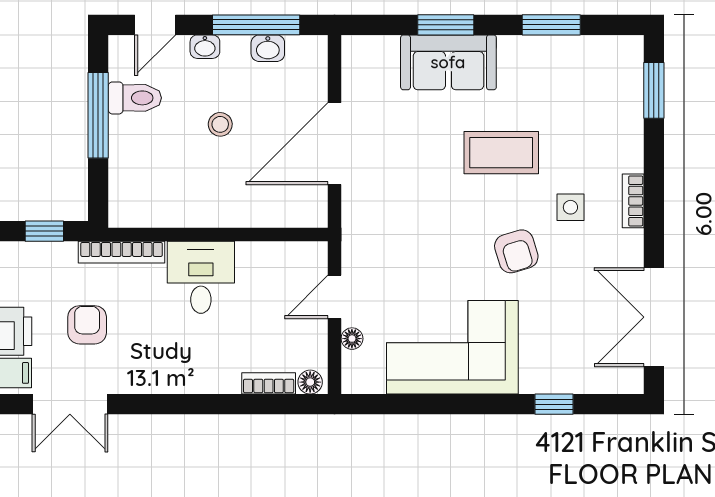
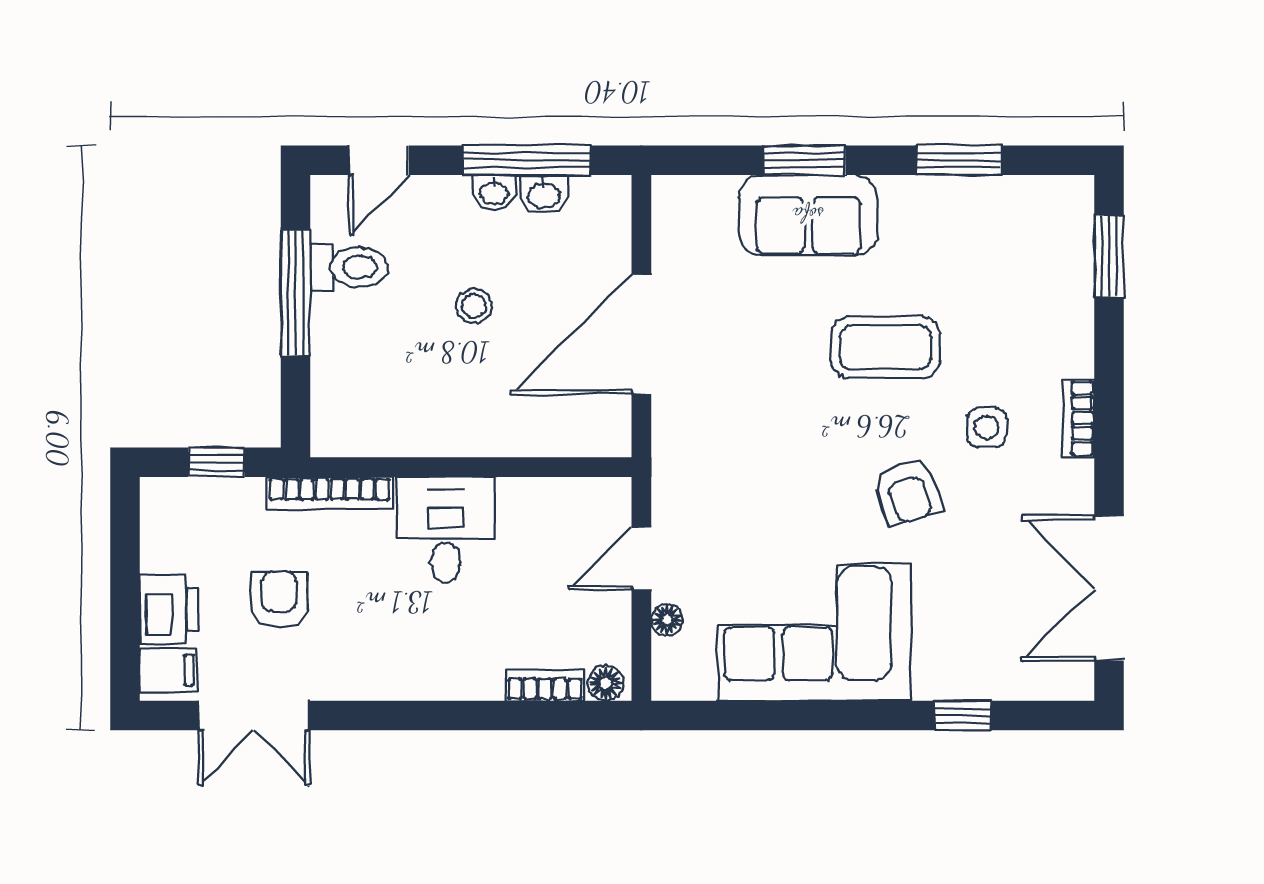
washbasin: (205, 47) -> (494, 192), moved

